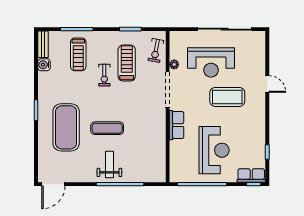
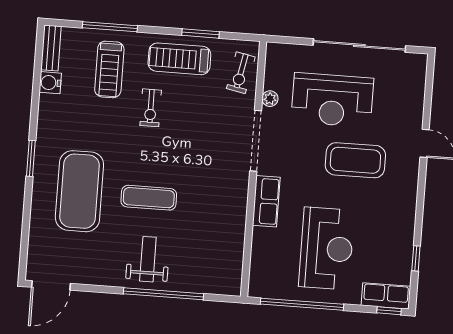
treadmill: (127, 63) -> (179, 59), moved, turned -90

